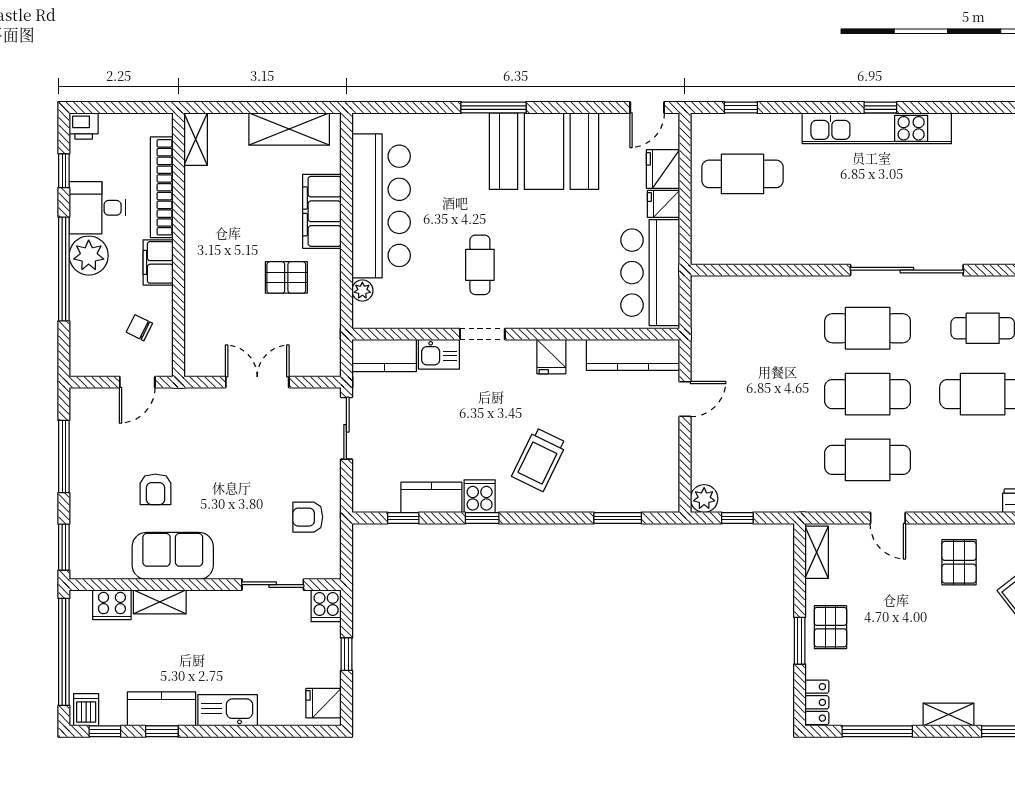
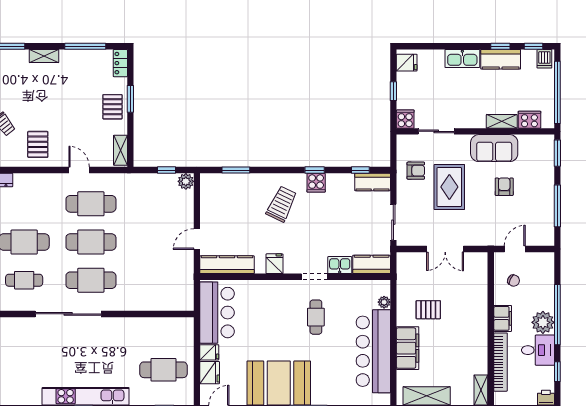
rug: (250, 489) -> (449, 187), added
kitchen counter: (431, 497) -> (373, 182), moved

